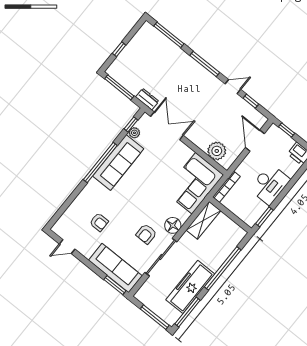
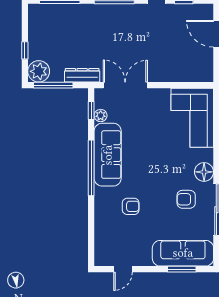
dresser: (147, 99) -> (82, 75), width x1.44
plant: (217, 151) -> (39, 71), moved
armchair: (99, 222) -> (131, 206), moved
armchair: (146, 234) -> (186, 199), turned 90
window: (115, 285) -> (182, 269), moved

